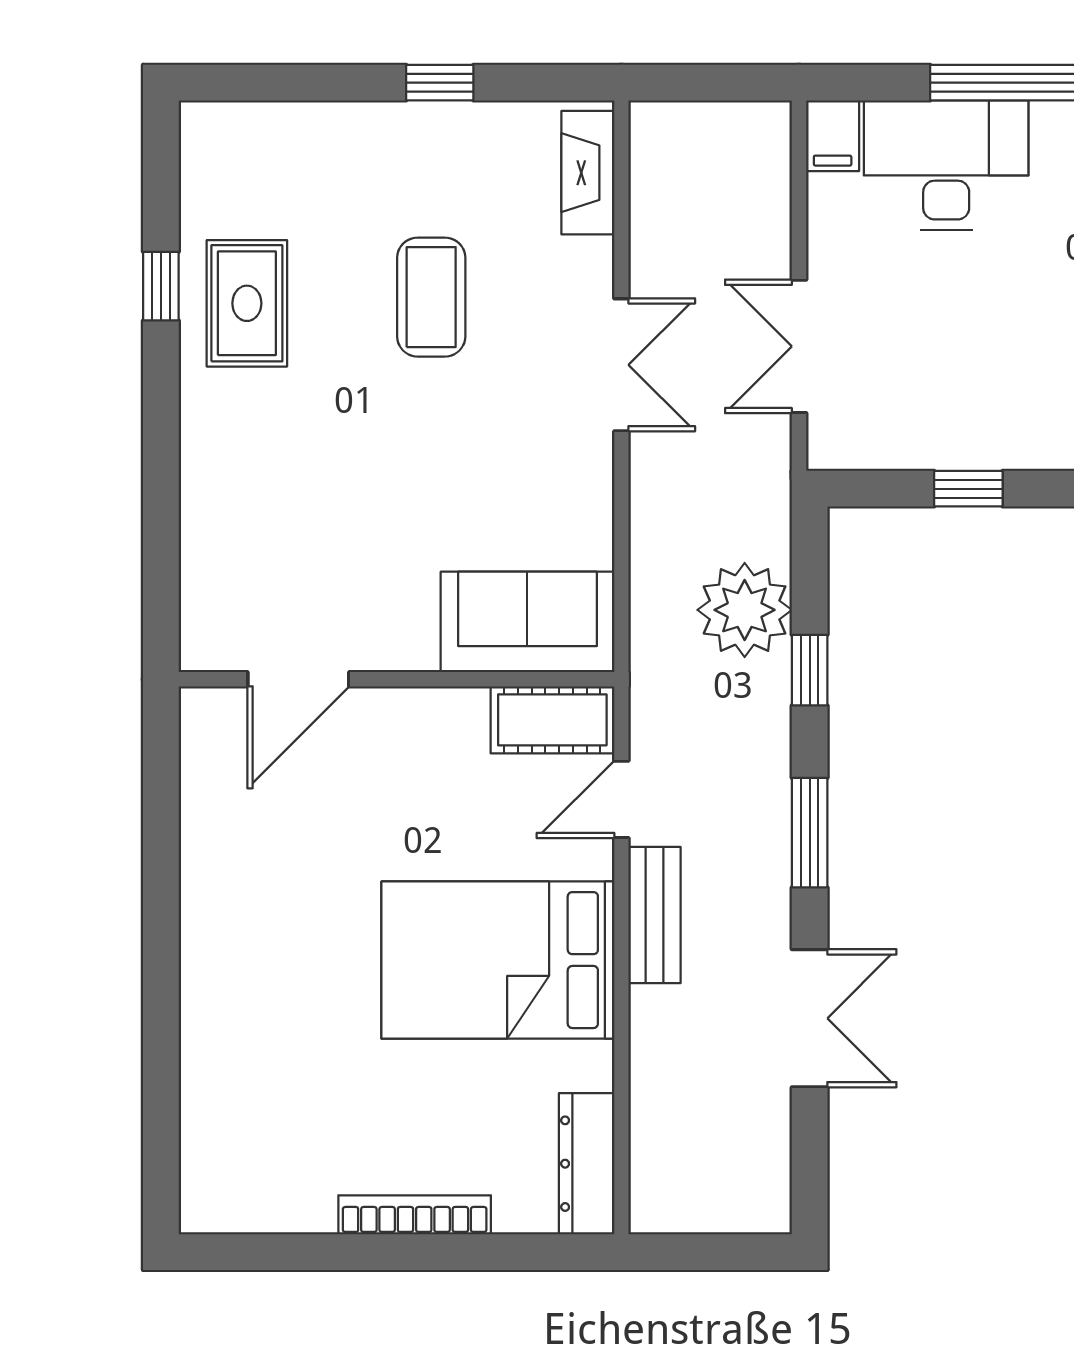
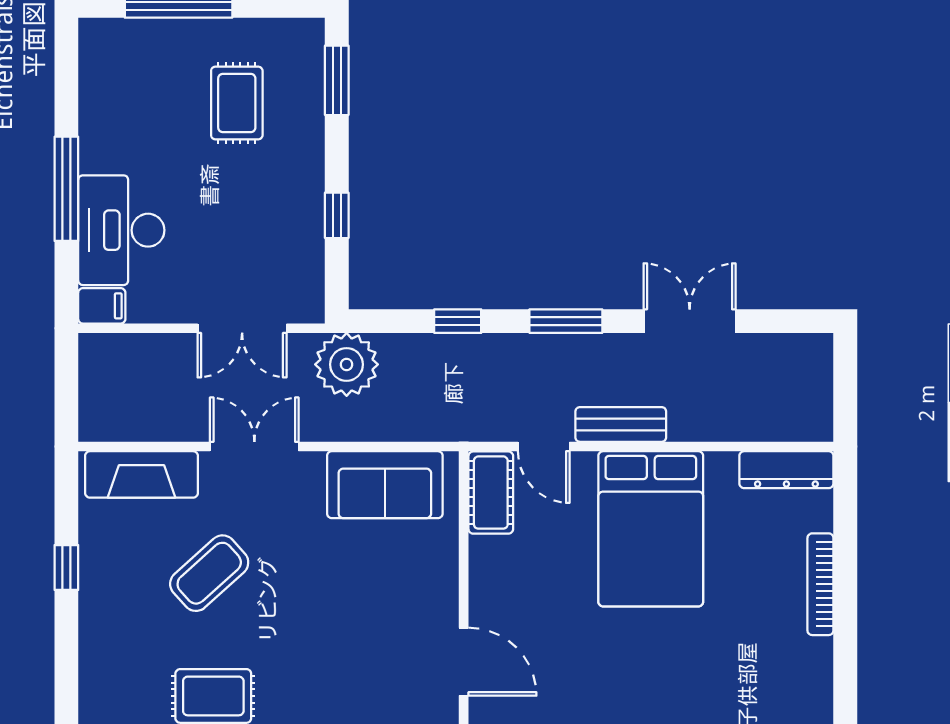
fireplace: (588, 173) -> (142, 474), width x1.37, depth x1.32
coffee table: (431, 297) -> (209, 573), turned -42
plant: (745, 610) -> (347, 364), moved
sofa: (527, 622) -> (385, 485), moved, turned -90

